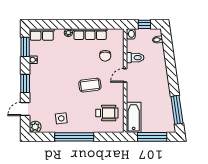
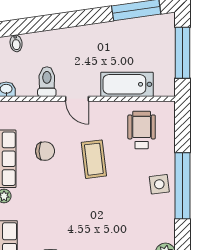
chair: (105, 56) -> (45, 151), moved
bathtub: (134, 117) -> (127, 84), moved
side table: (61, 118) -> (159, 184), moved

